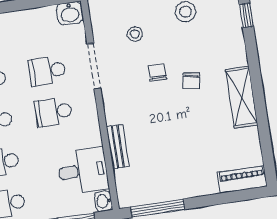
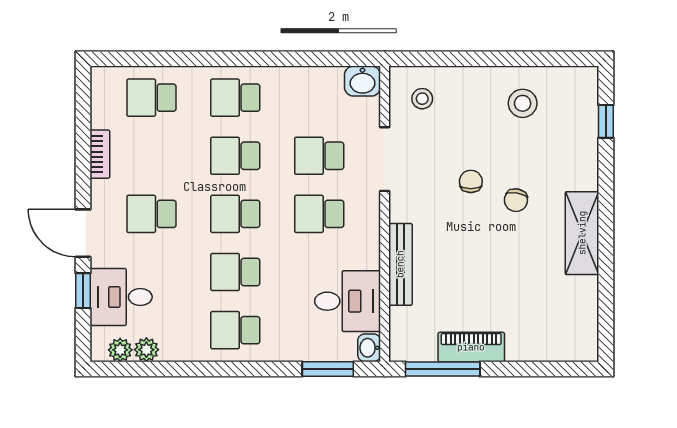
stool: (135, 34) -> (422, 99), moved
bench: (118, 147) -> (400, 264), width x1.36
piano: (242, 179) -> (471, 347), moved

